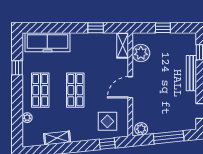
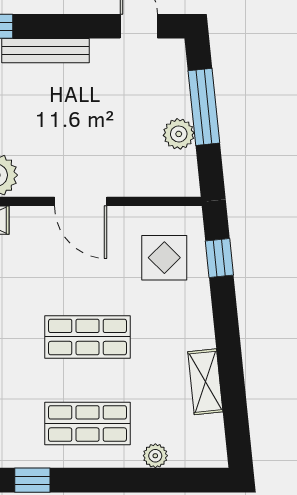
plant: (141, 129) -> (179, 134), moved

